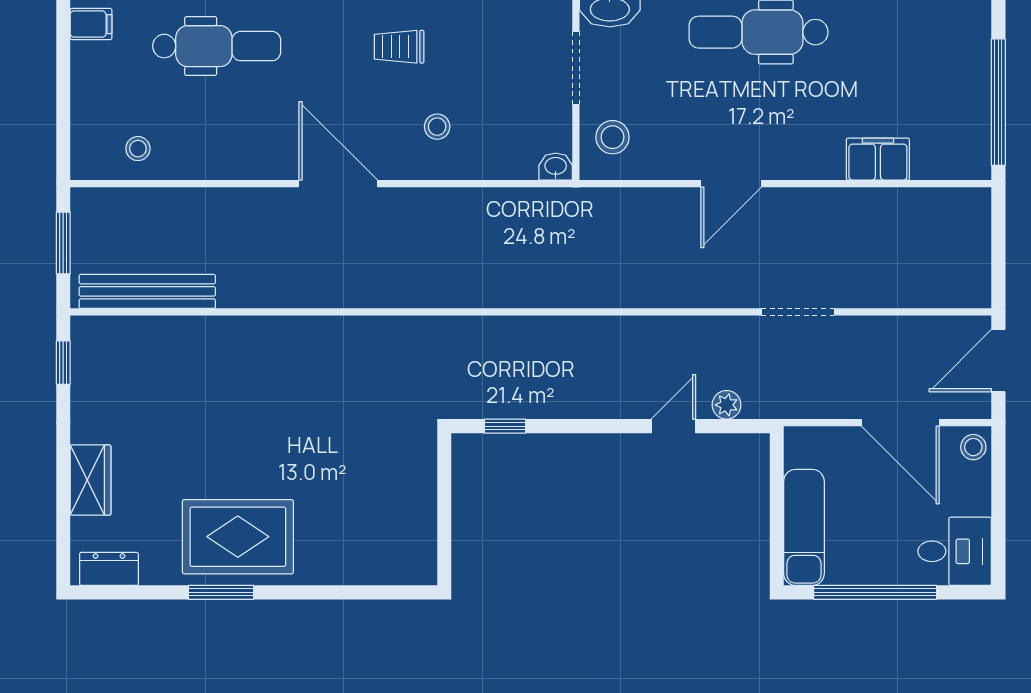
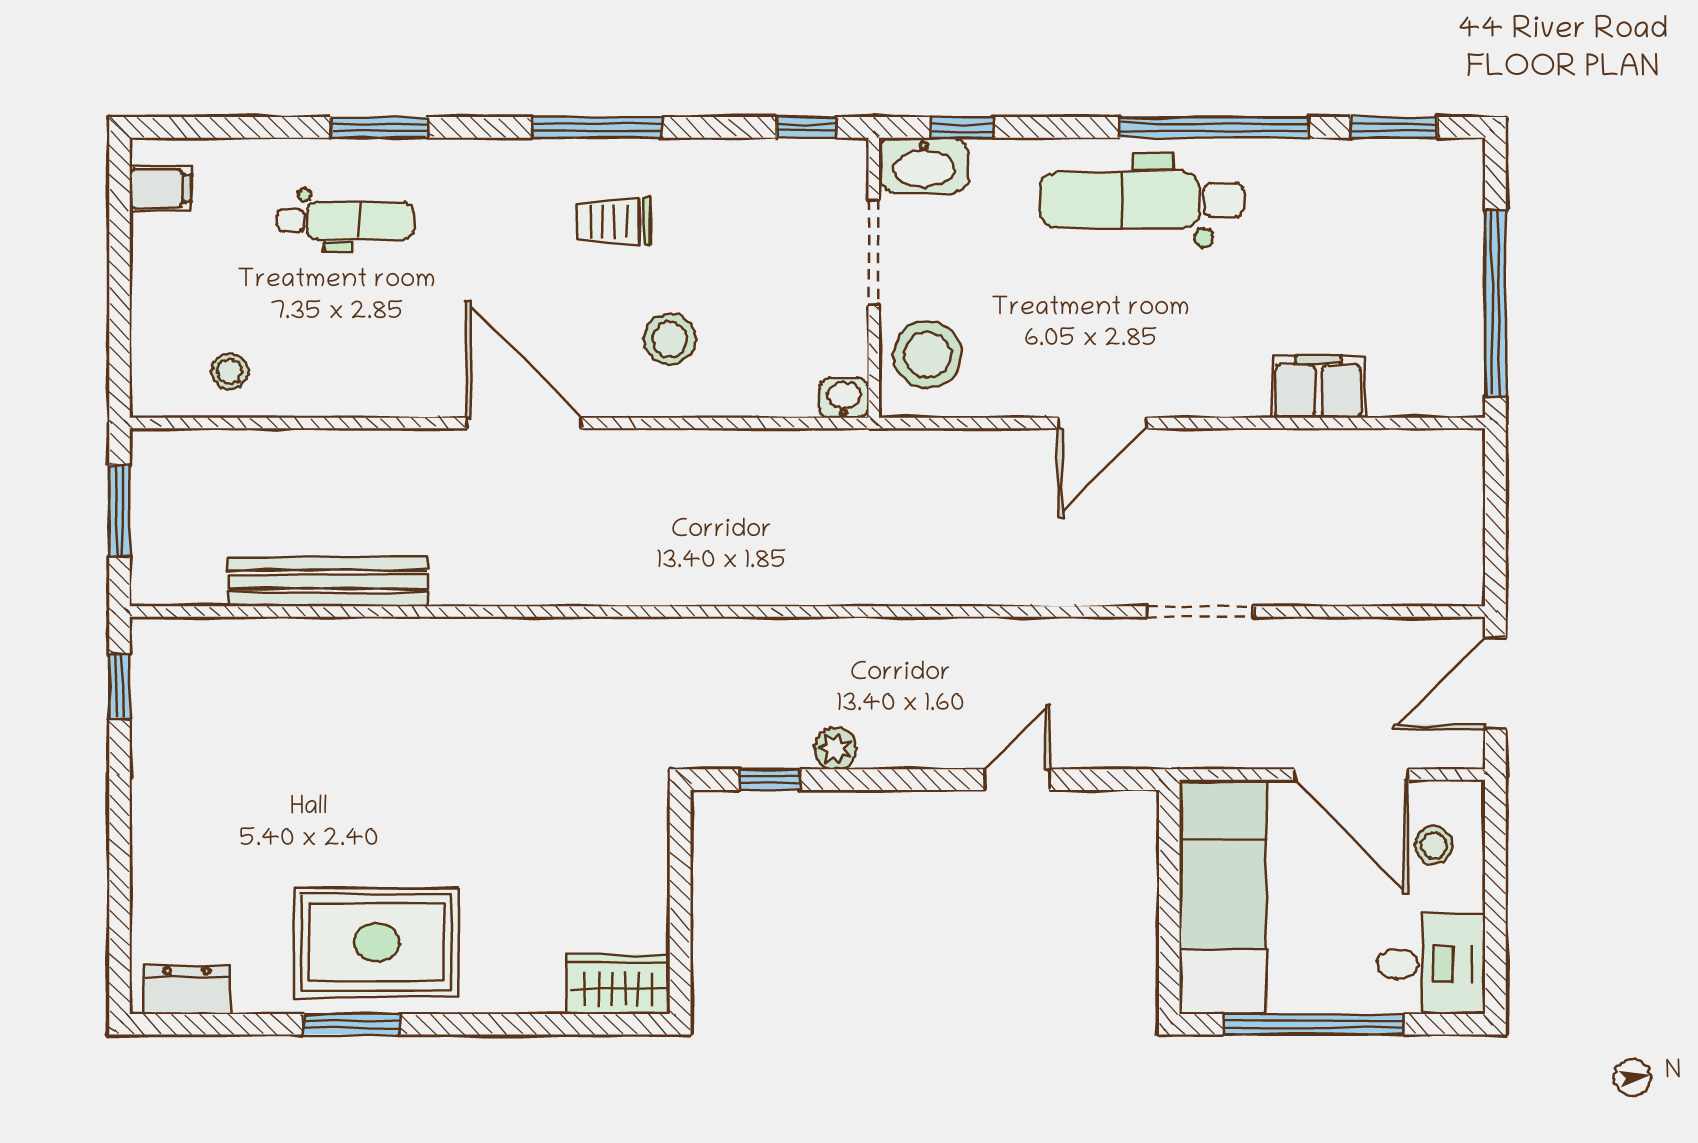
dental chair: (217, 46) -> (345, 221), width x0.73, depth x0.72
stool: (437, 127) -> (670, 339), width x1.37, depth x1.37
stool: (613, 137) -> (928, 355), width x1.38, depth x1.38
bench: (147, 291) -> (328, 581), moved
plant: (727, 405) -> (835, 748), moved
stool: (973, 447) -> (1434, 845), moved
wardrobe: (91, 480) -> (618, 984), moved, turned -90
exam couch: (804, 527) -> (1223, 898), width x1.36, depth x1.45

